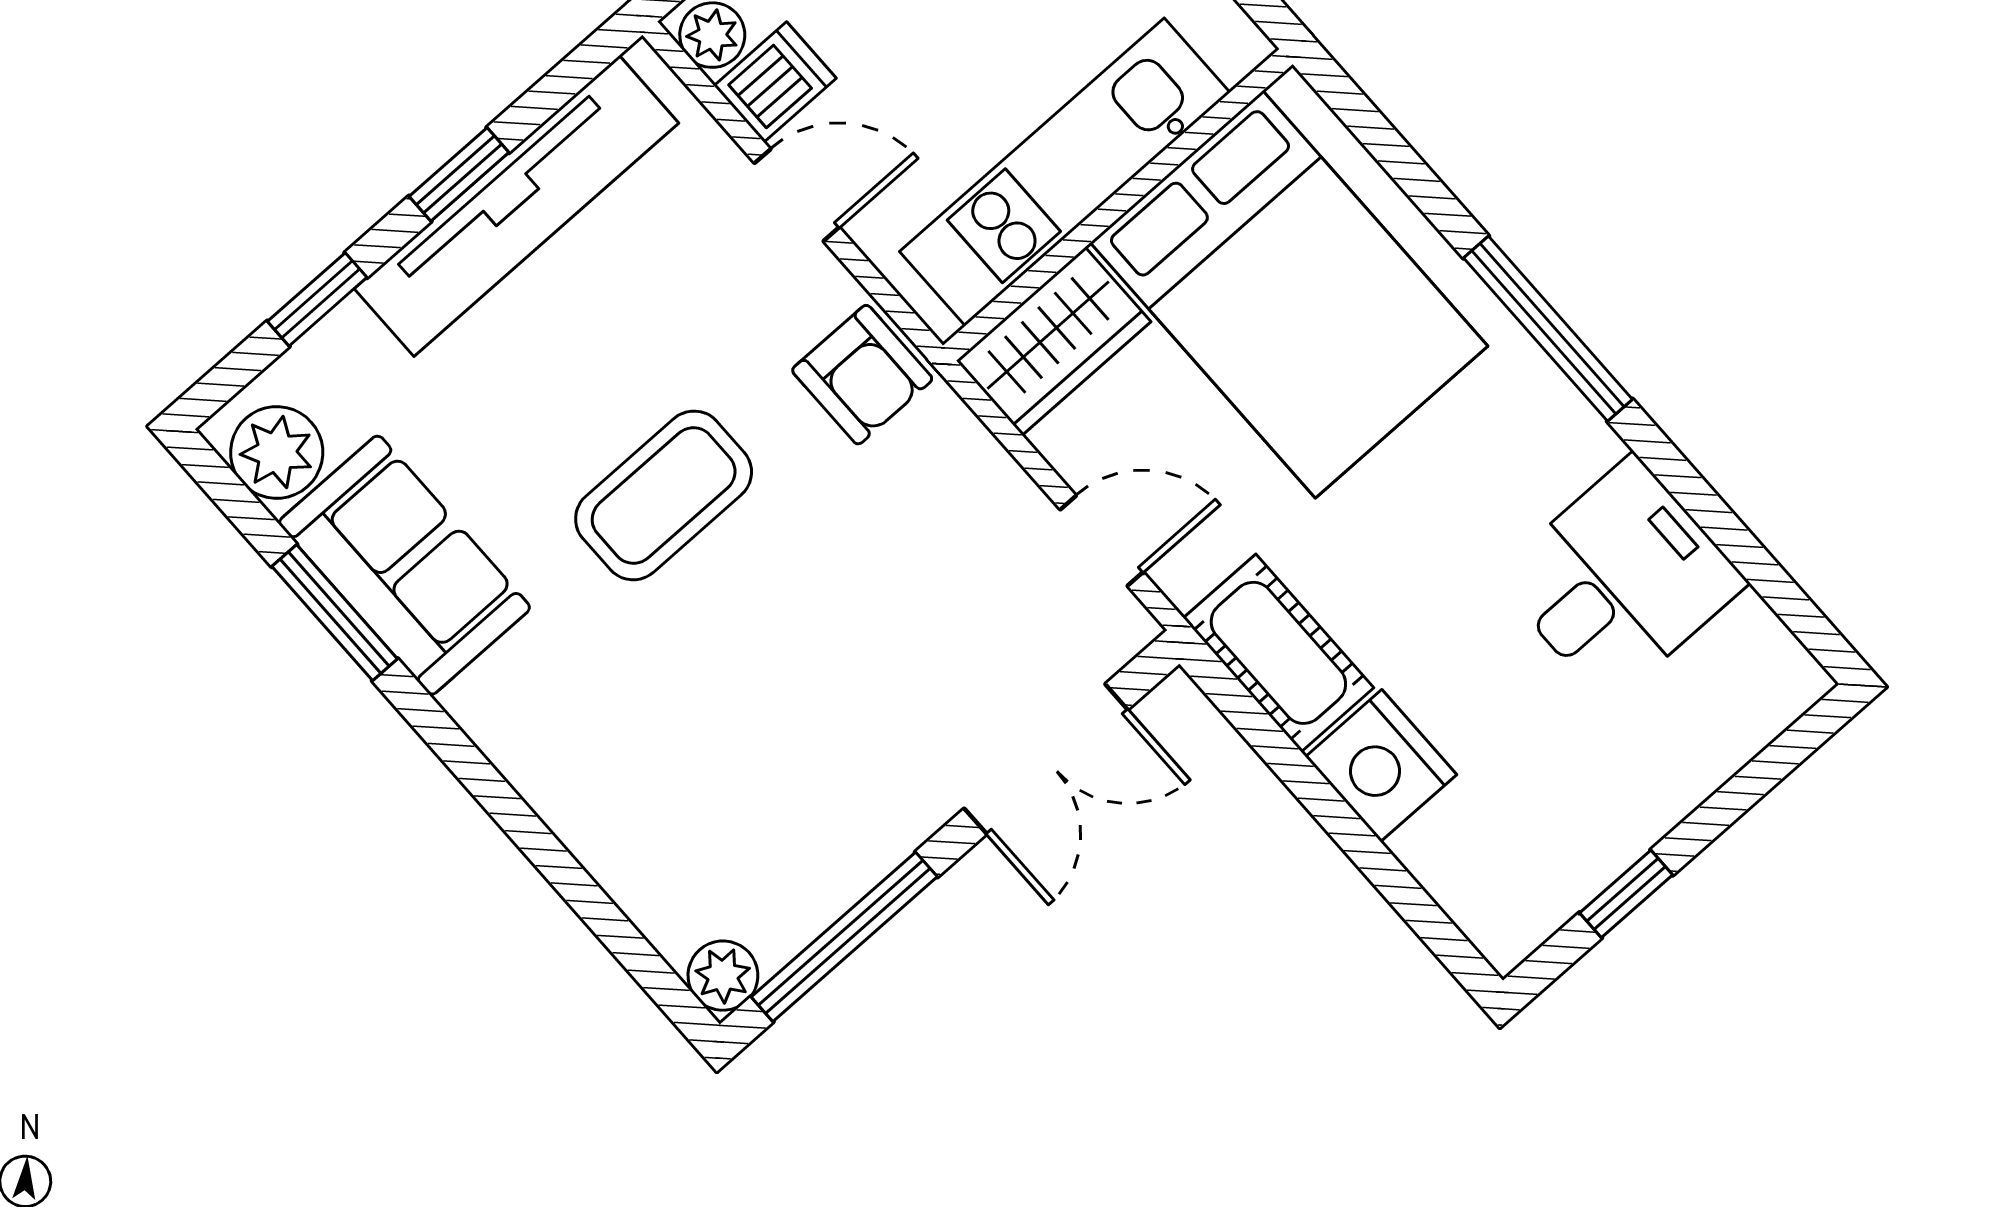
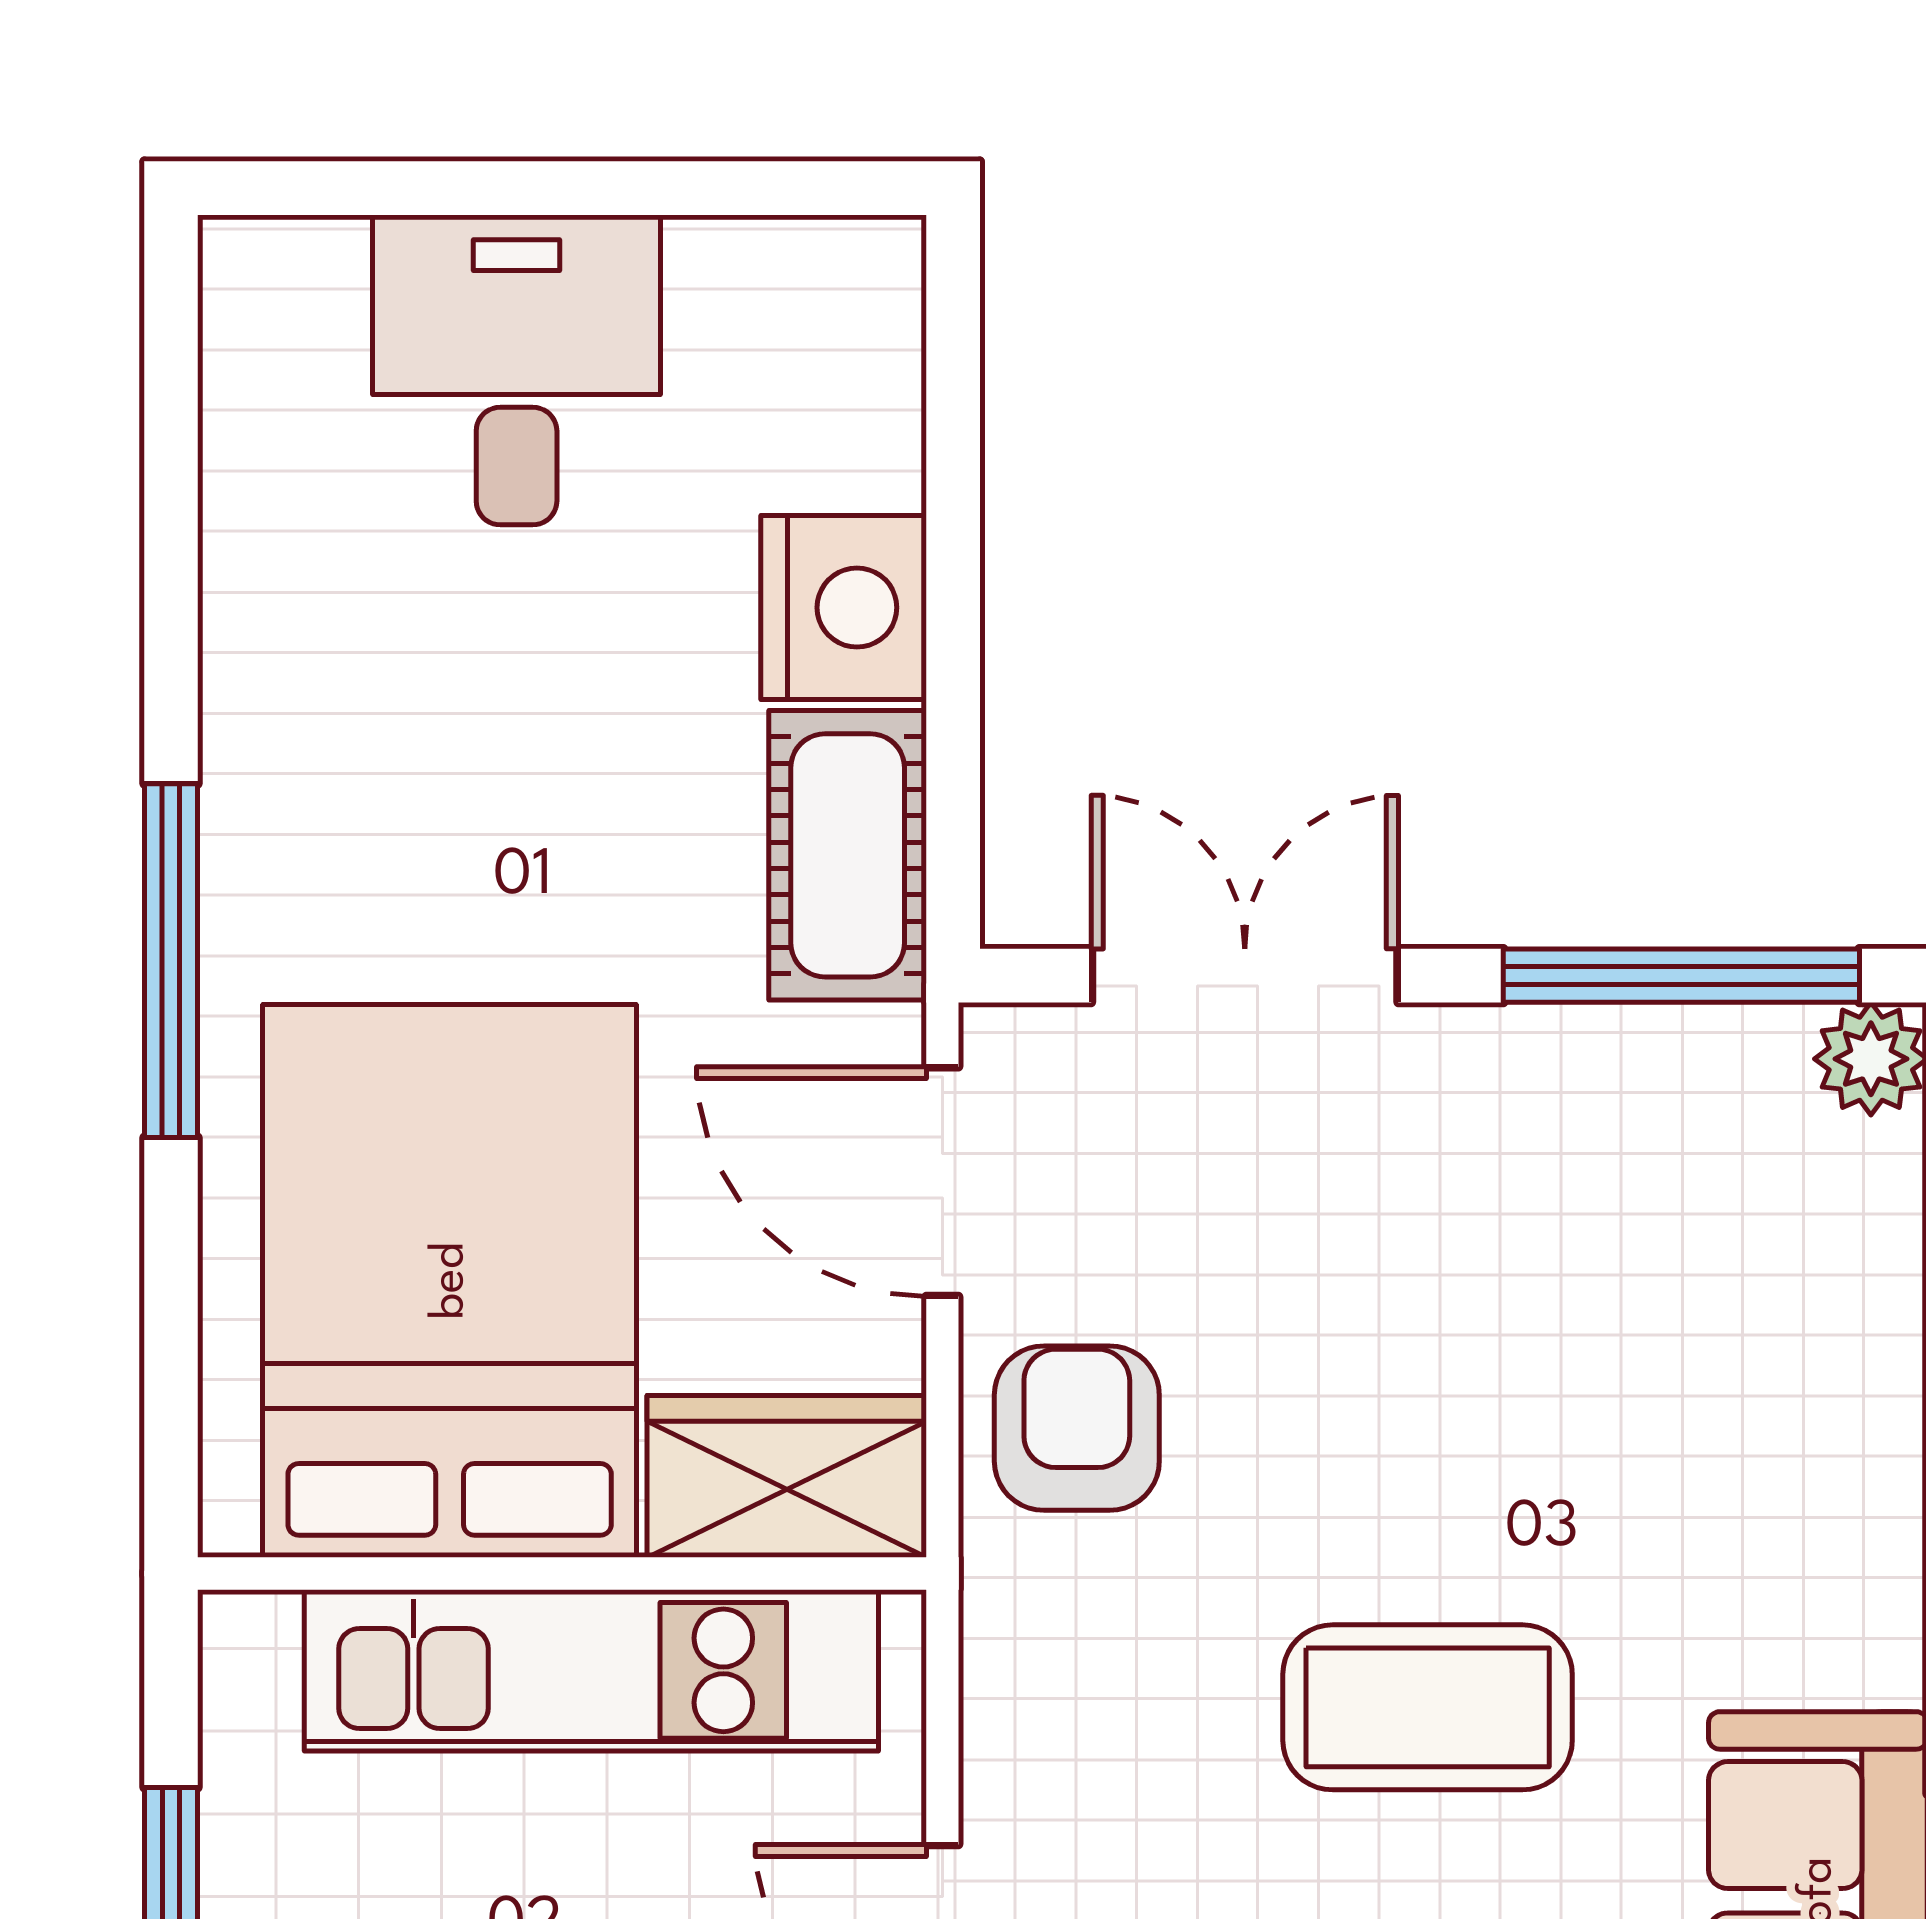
armchair: (862, 375) -> (1077, 1428), moved
door: (1102, 541) -> (942, 1182), width x1.38
desk: (1620, 580) -> (517, 370), moved, turned 90
window: (1626, 894) -> (683, 188), removed

